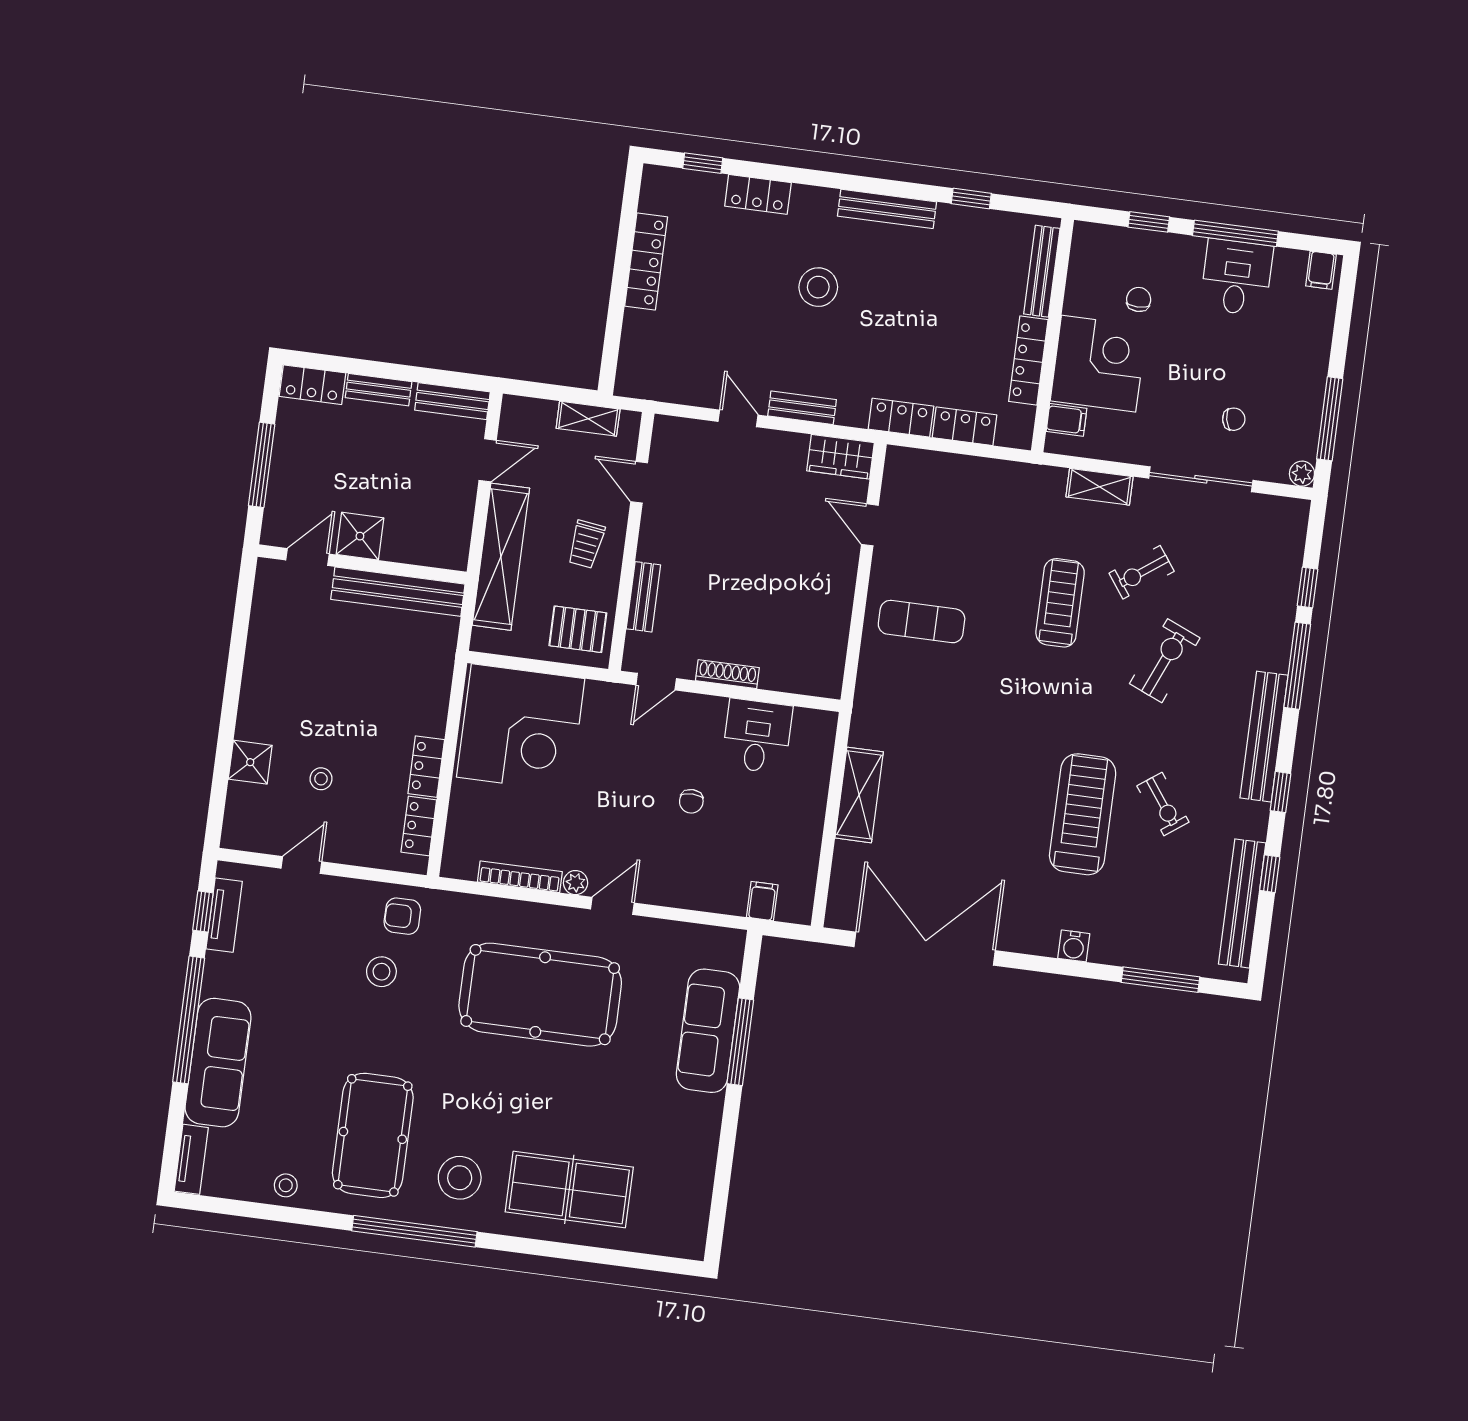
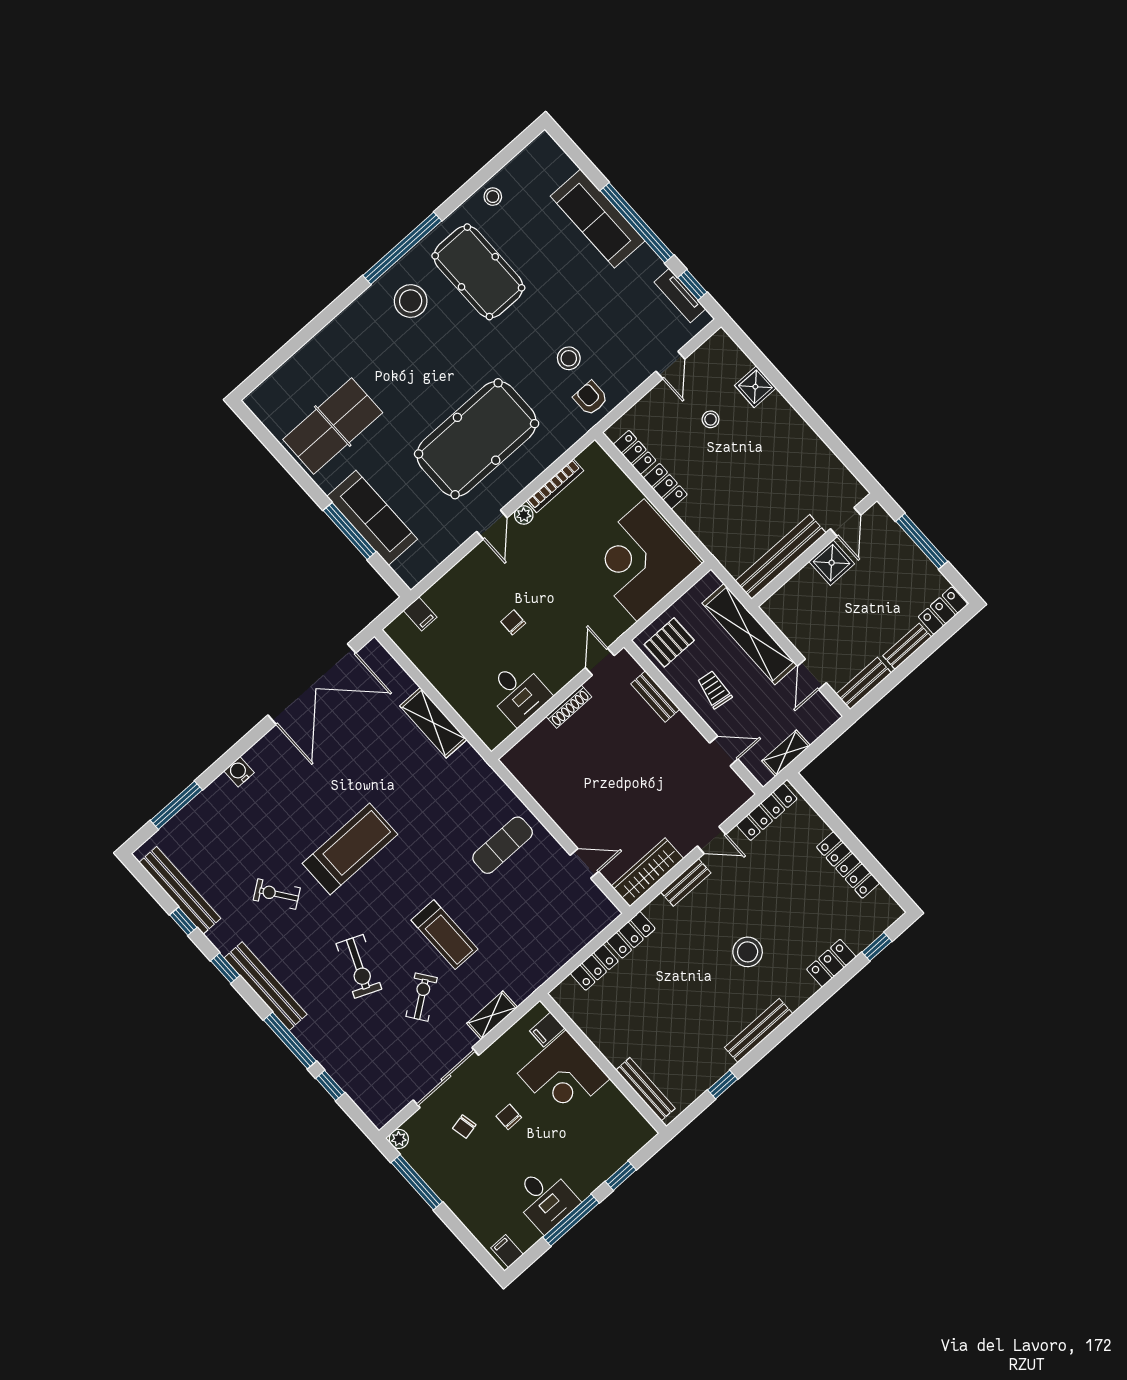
chair: (1139, 299) -> (509, 1117), moved, turned 180
locker: (1028, 361) -> (767, 812), moved, turned 90
wardrobe: (841, 457) -> (647, 872), width x1.50
treadmill: (1083, 814) -> (350, 849), moved, turned -90
armchair: (402, 916) -> (591, 398), turned -90
tv unit: (191, 1159) -> (555, 155), removed
table tennis table: (569, 1189) -> (333, 426), moved

